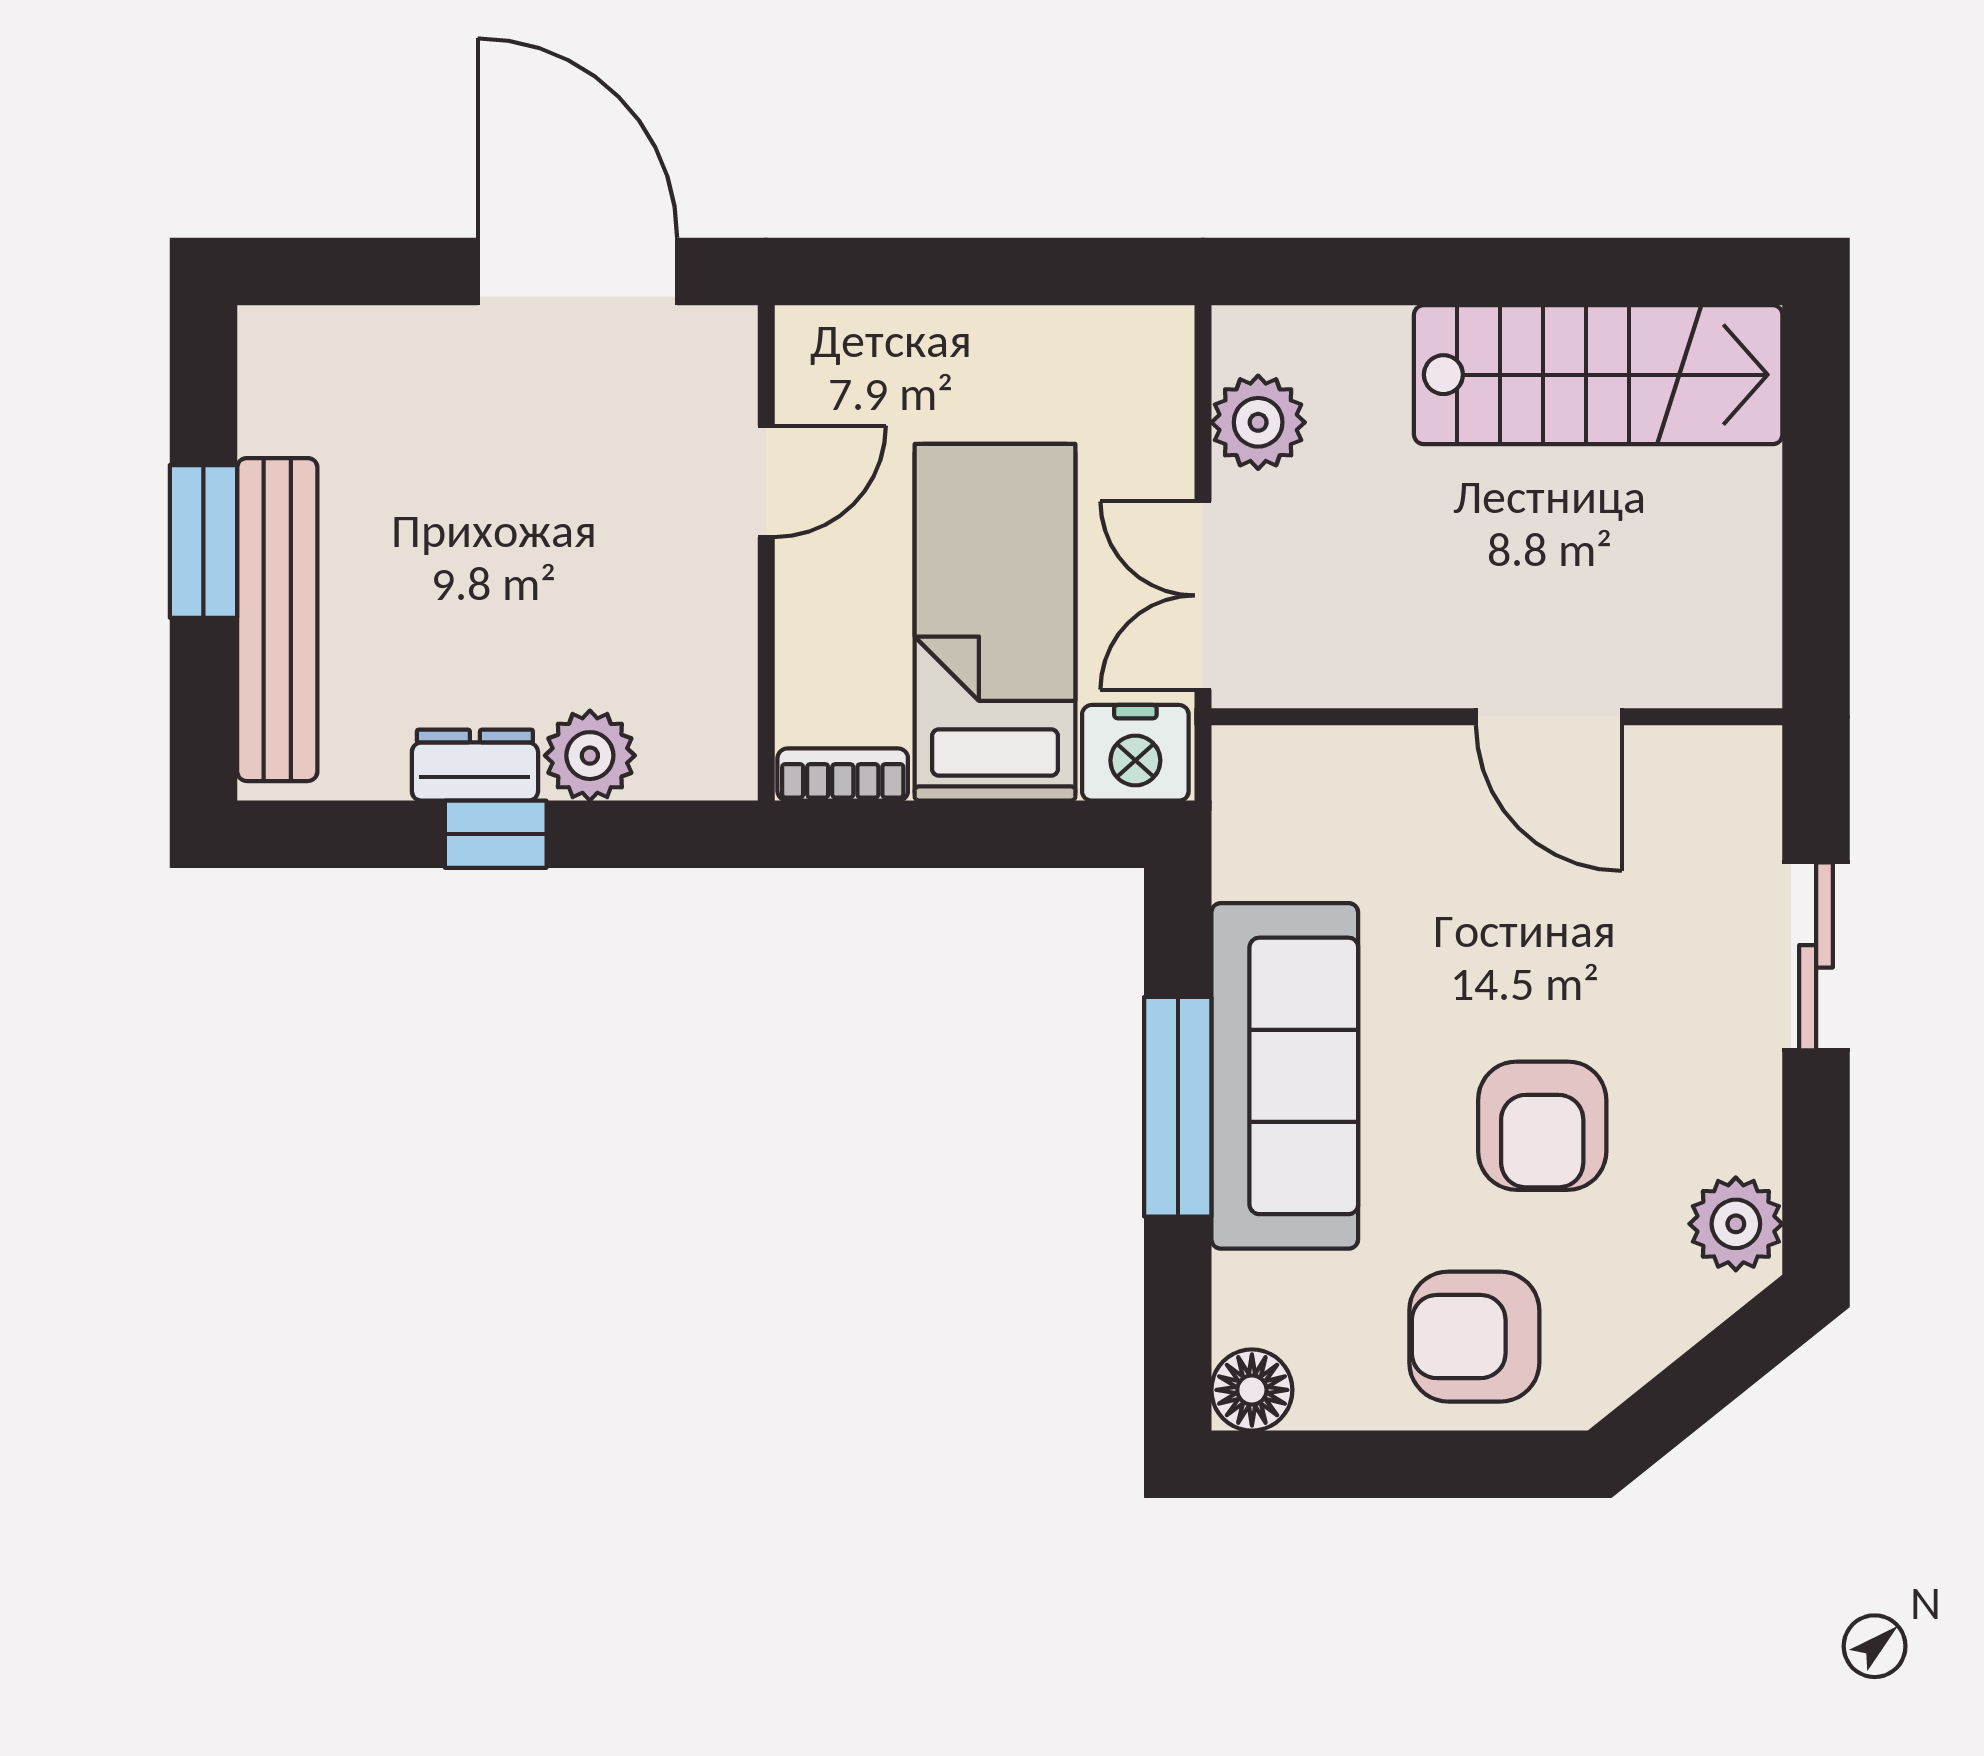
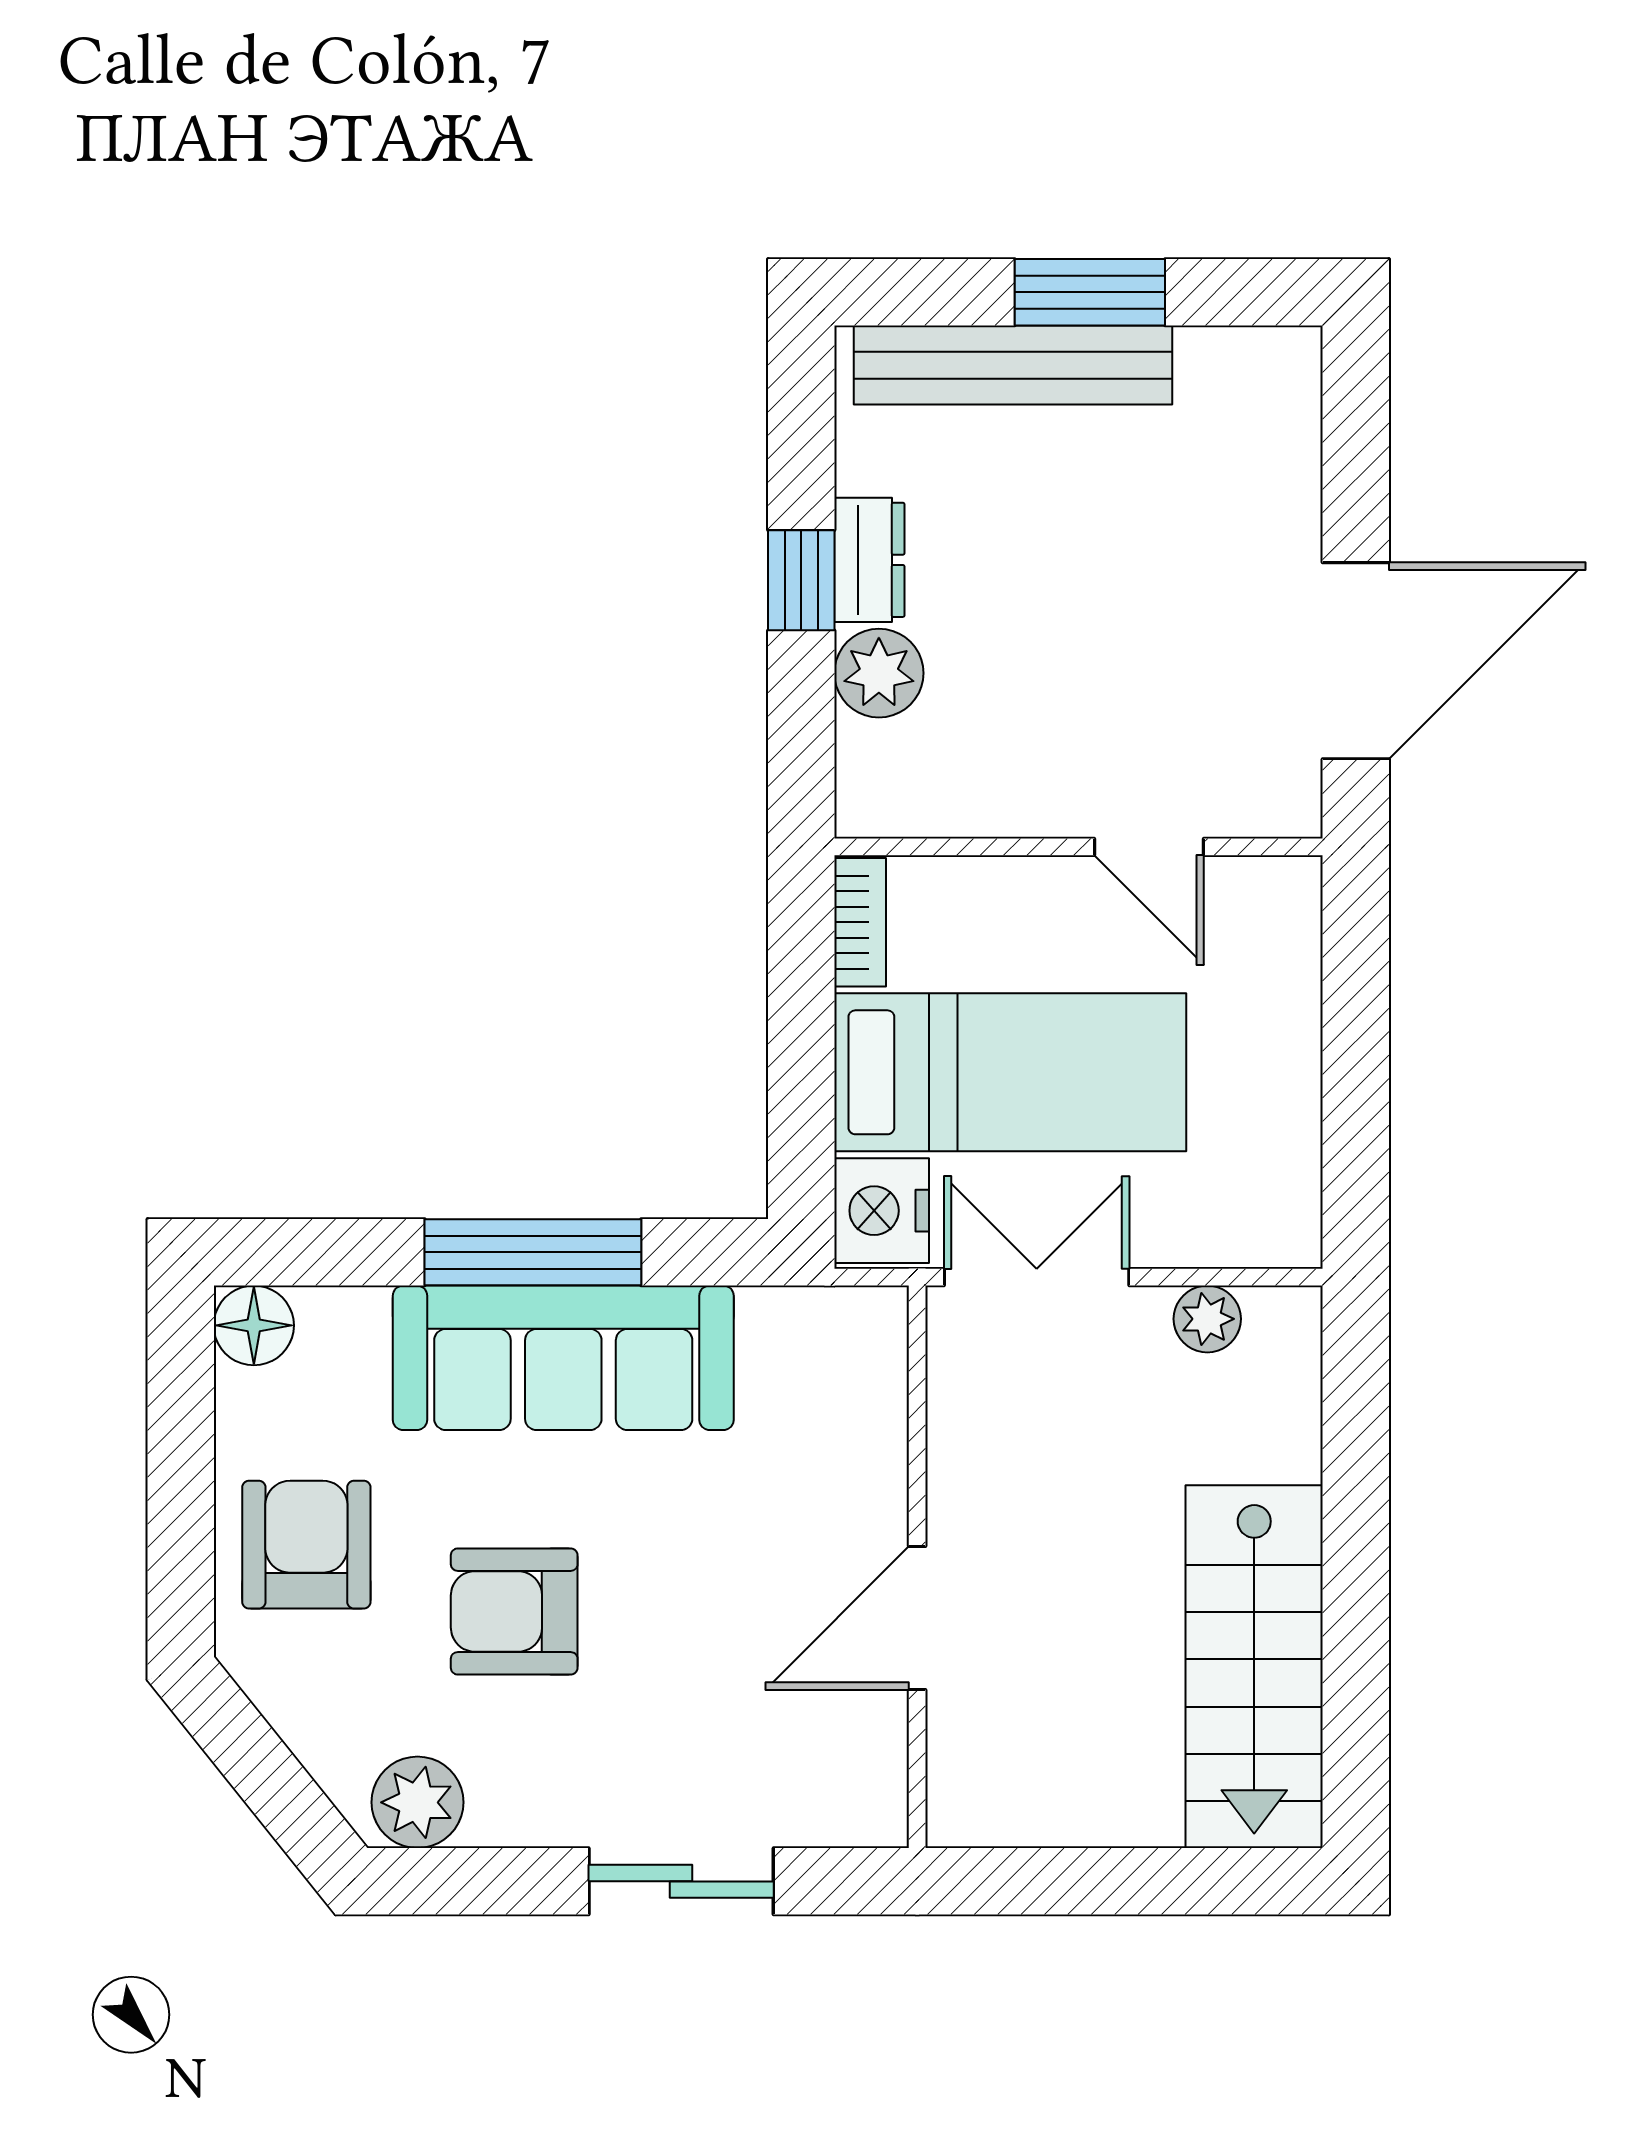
plant: (1258, 422) -> (1207, 1319), width x0.73, depth x0.73

